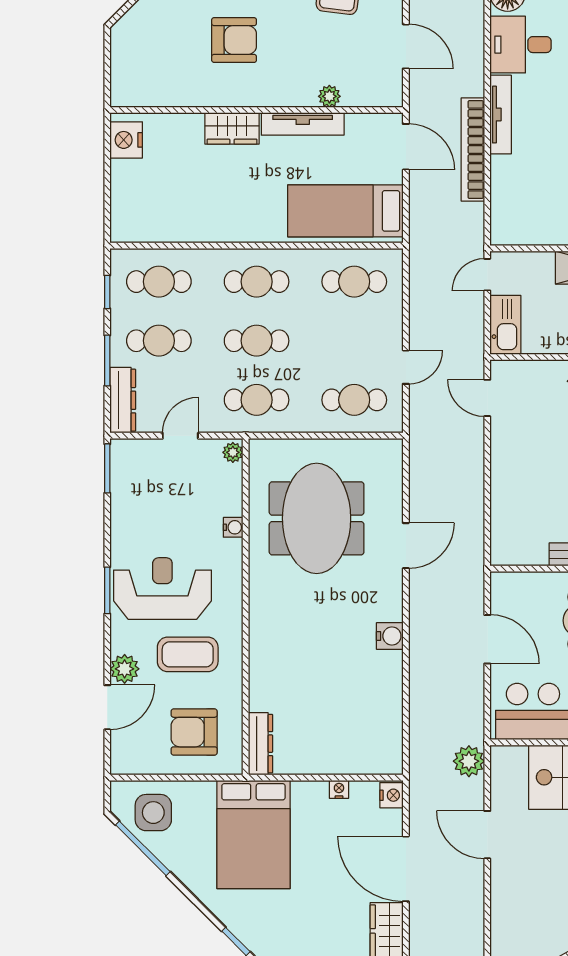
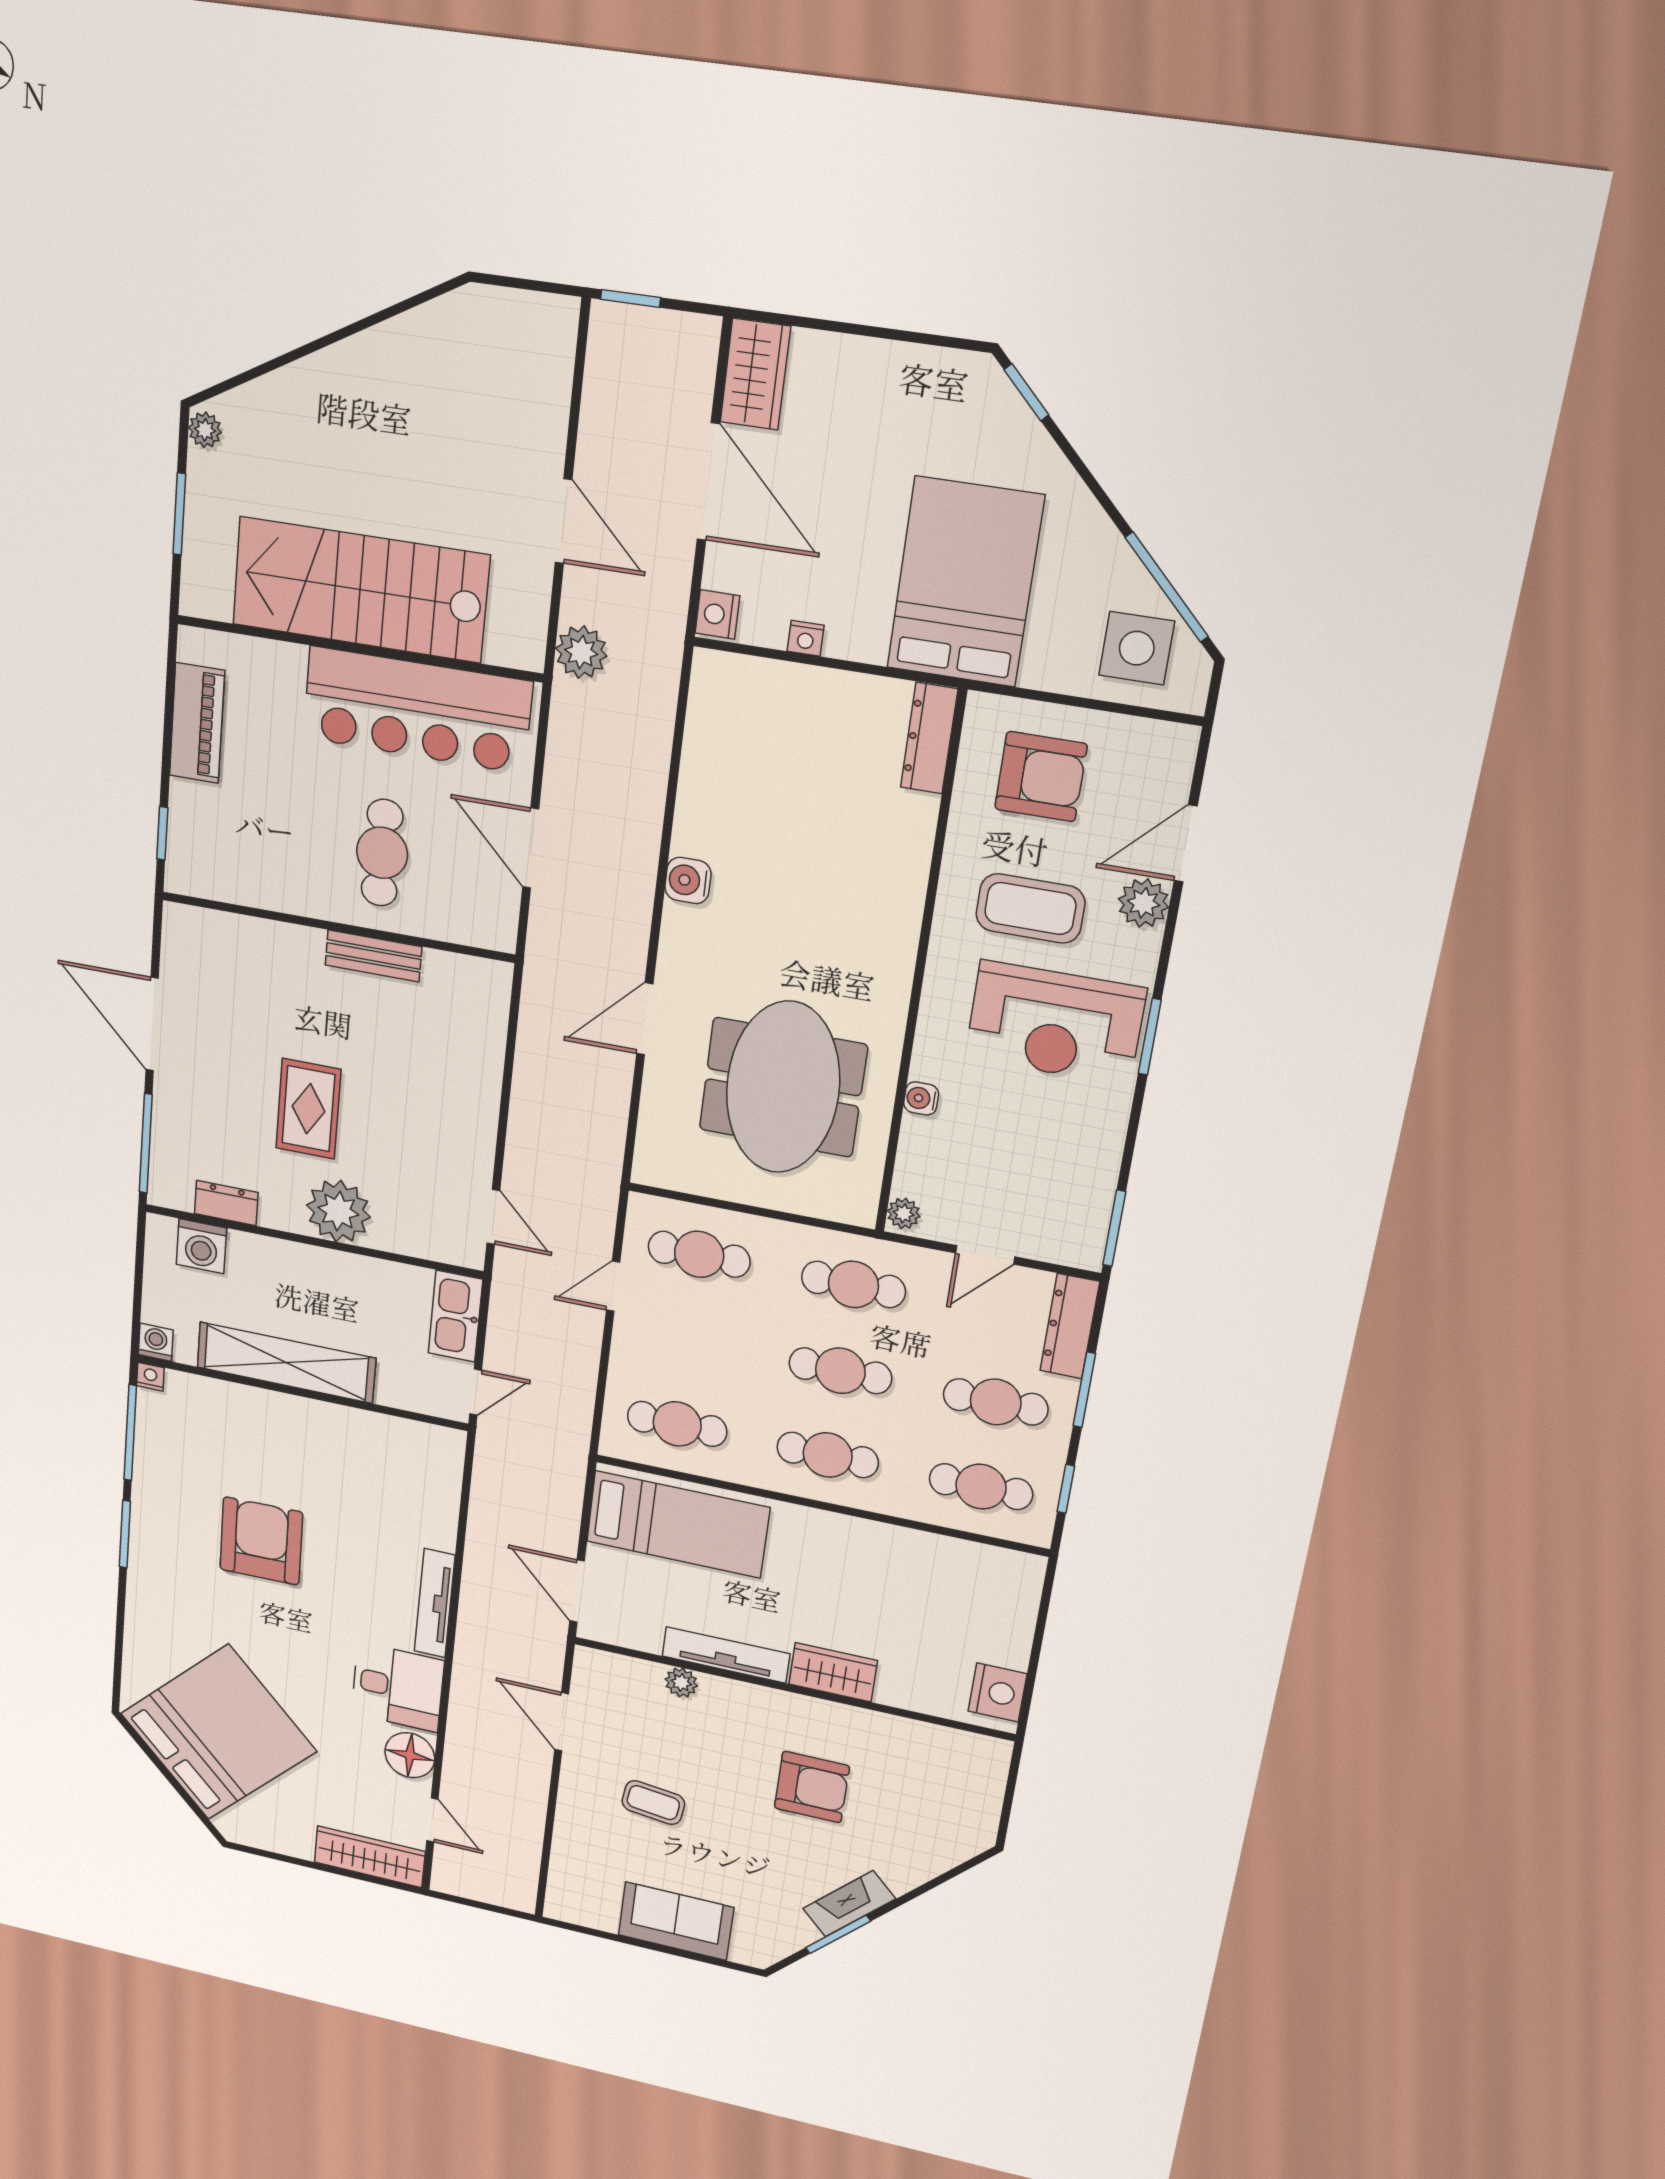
armchair: (234, 40) -> (812, 1787), turned 180
bookcase: (473, 150) -> (479, 1566), removed

